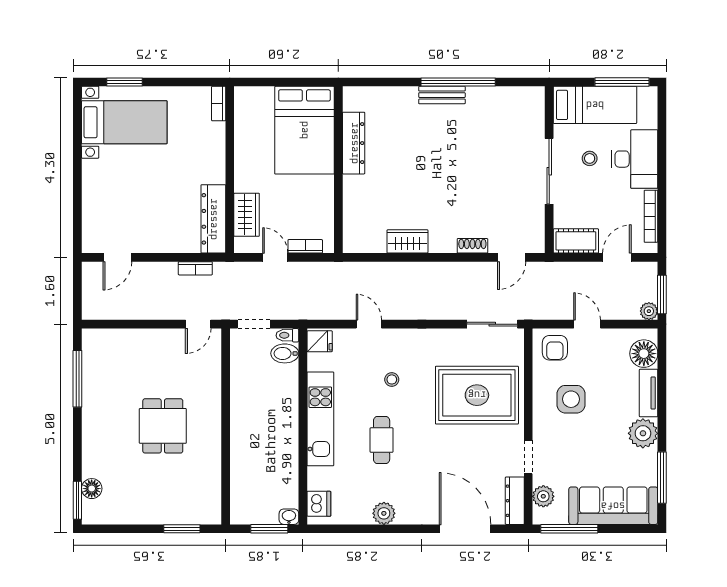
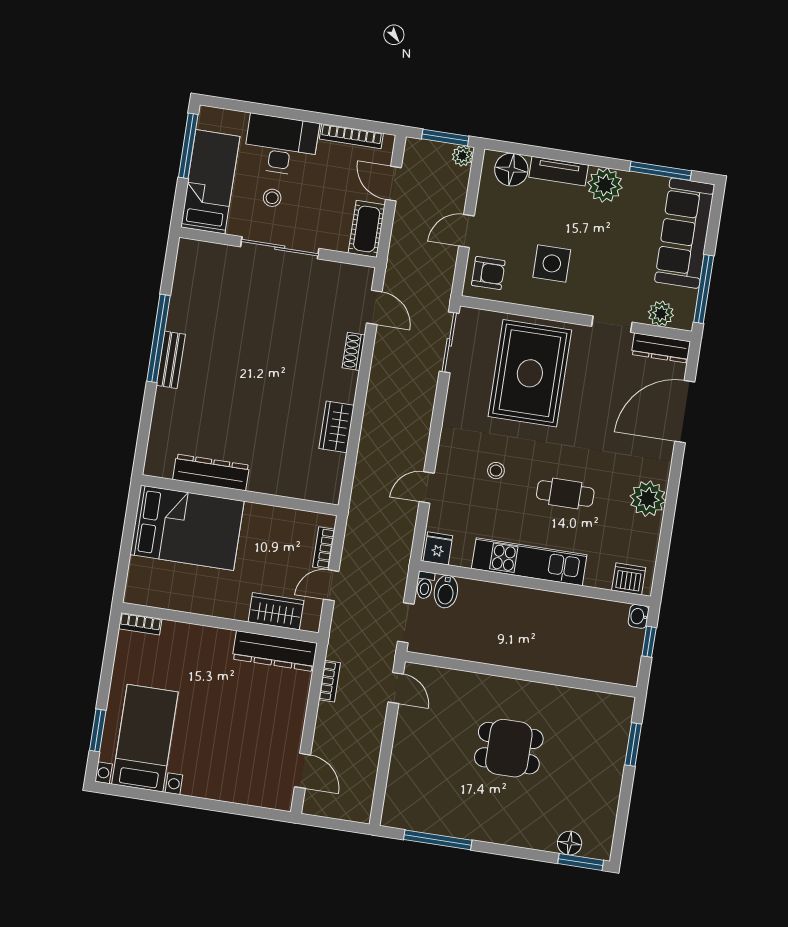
plant: (384, 513) -> (648, 499), width x1.36, depth x1.36
window: (269, 529) -> (649, 642), width x0.67

